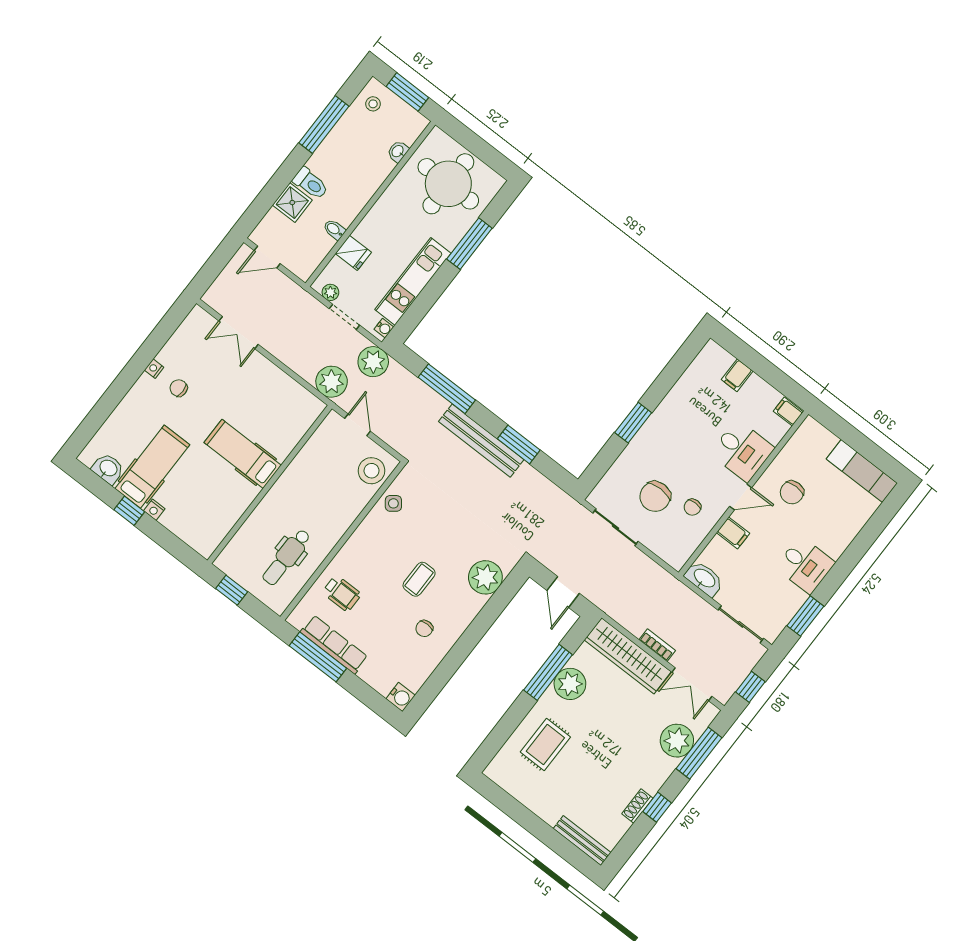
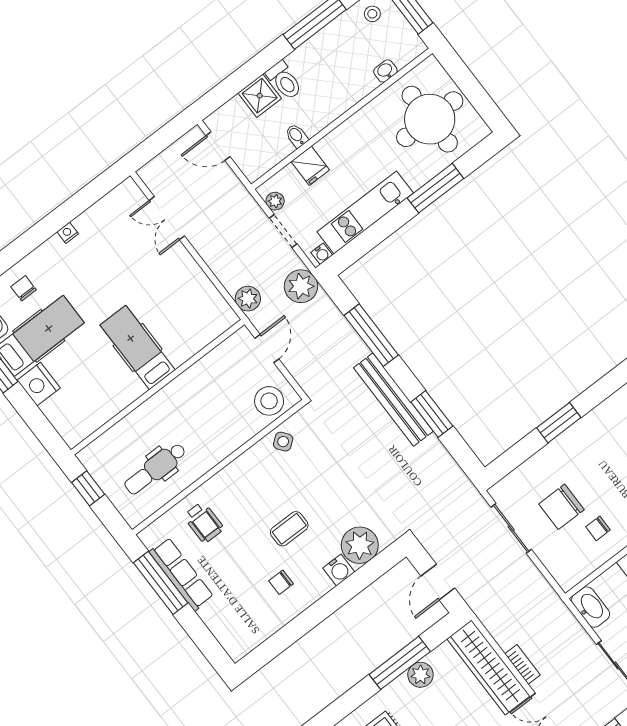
plant: (332, 382) -> (248, 299), width x0.73, depth x0.73
chair: (179, 388) -> (24, 288), moved
nightstand: (154, 510) -> (39, 384), width x1.89, depth x1.79
plant: (570, 684) -> (420, 675), width x0.73, depth x0.73
water cooler: (401, 697) -> (339, 570), moved

